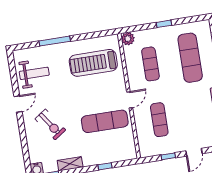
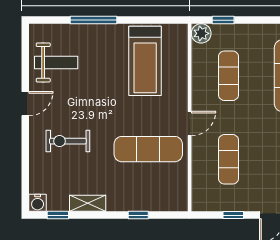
window: (164, 24) -> (223, 20), moved
treadmill: (93, 63) -> (145, 61), turned -90
exercise bike: (50, 124) -> (68, 141), turned 125

